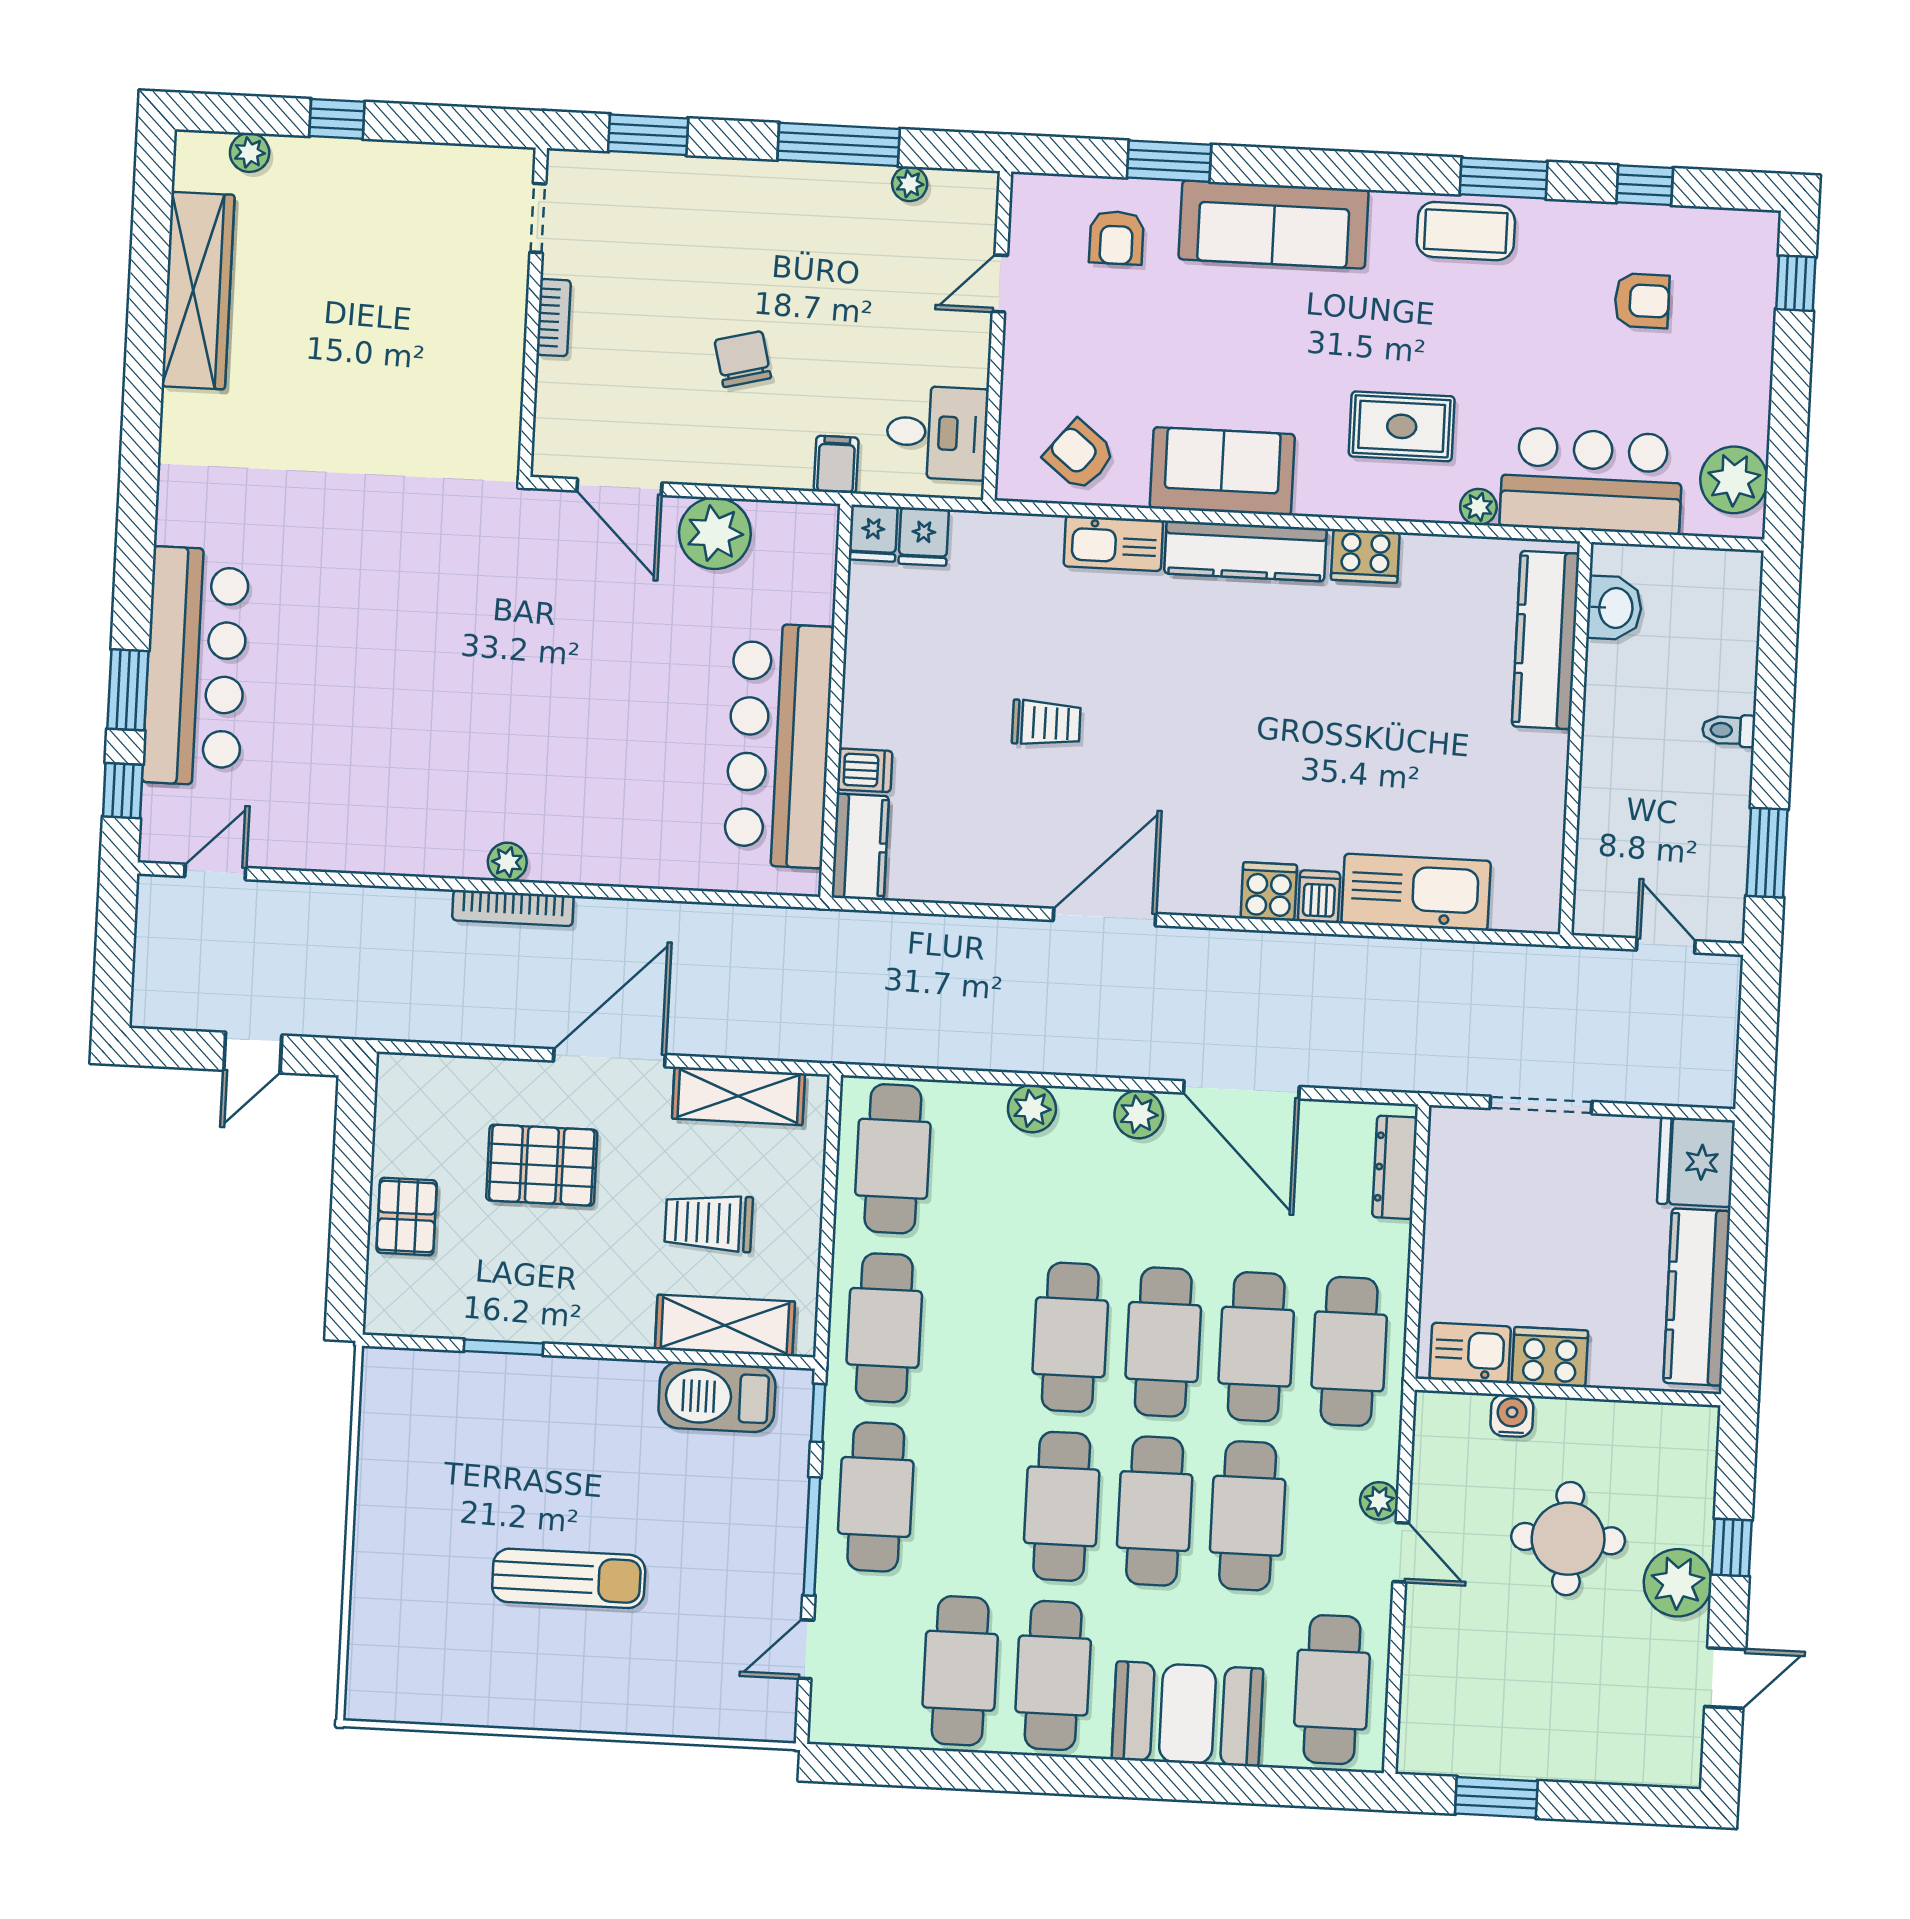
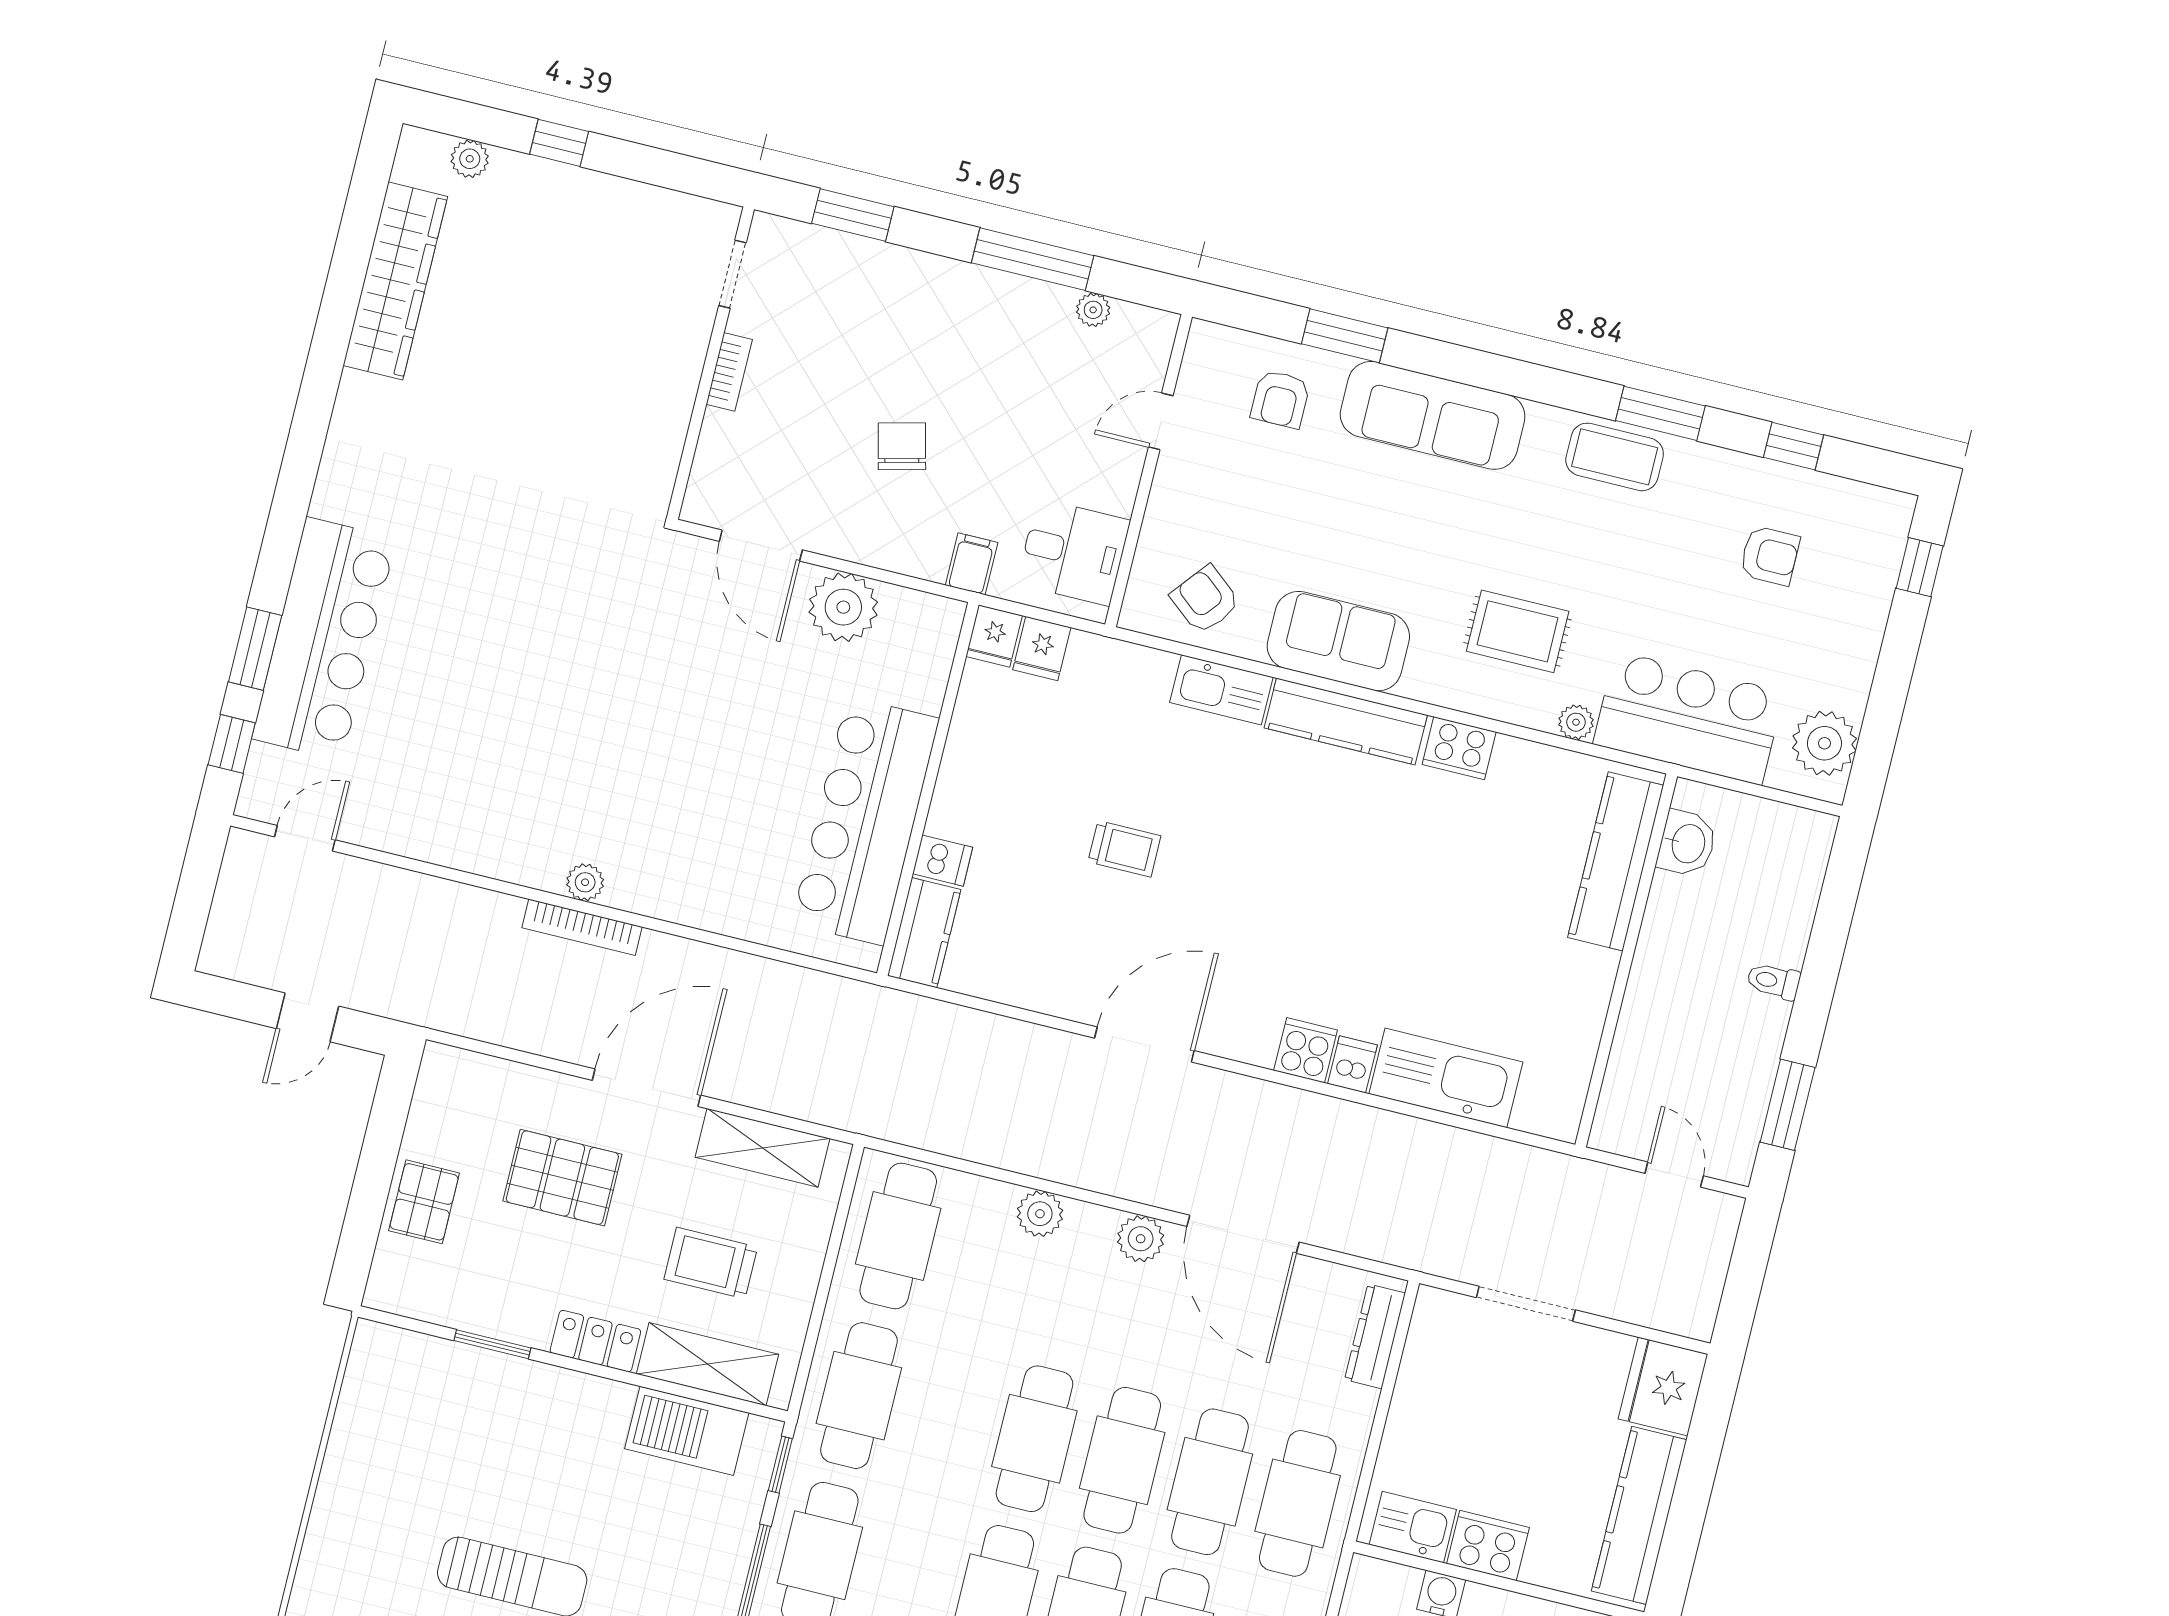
locker: (607, 1324) -> (595, 1341), added

